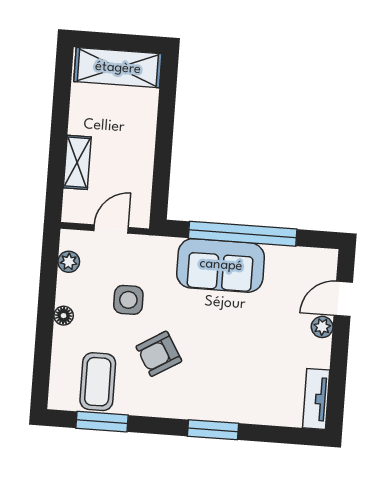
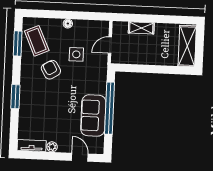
door: (111, 229) -> (110, 45), swing flipped
plant: (69, 262) -> (94, 25), removed
sofa: (221, 265) -> (93, 115), moved
plant: (322, 327) -> (52, 147), moved
coffee table: (98, 382) -> (37, 41), turned 66

